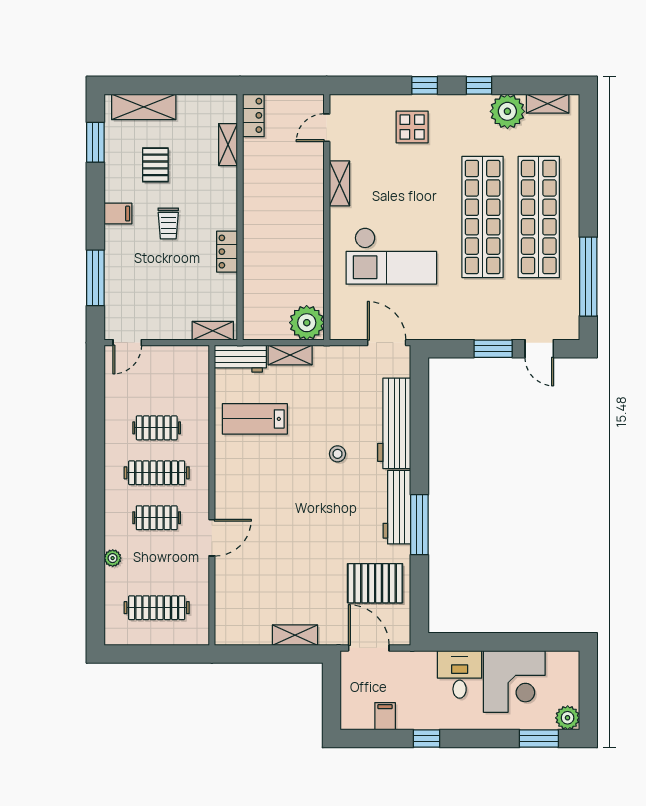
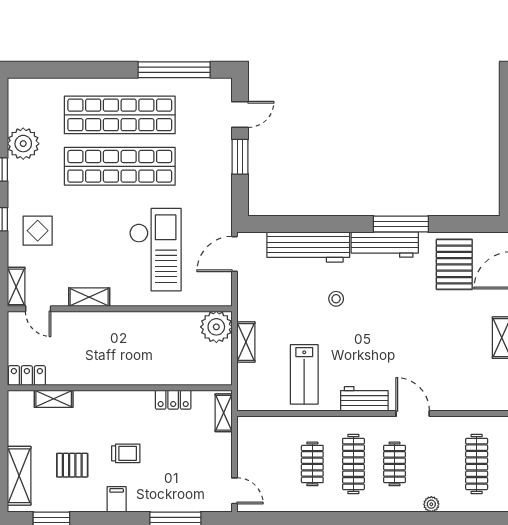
shelving: (548, 104) -> (16, 287), moved
locker: (227, 252) -> (173, 400), moved
workbench: (240, 359) -> (364, 399), moved, turned -90

